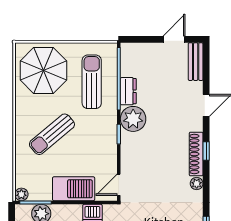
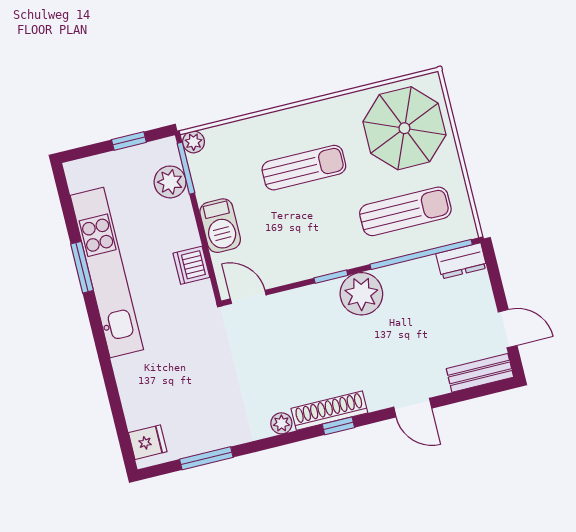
dresser: (128, 91) -> (461, 261), moved
sun lounger: (52, 134) -> (304, 168), turned 130
barbecue: (74, 189) -> (220, 226), width x0.73, depth x0.83

